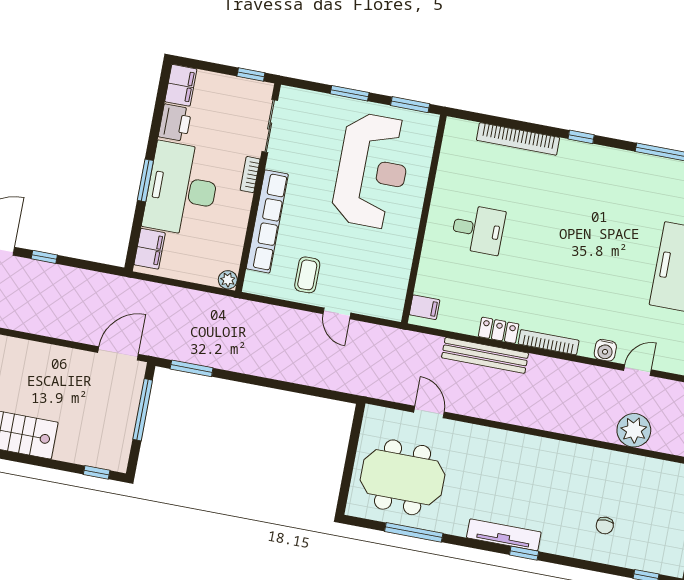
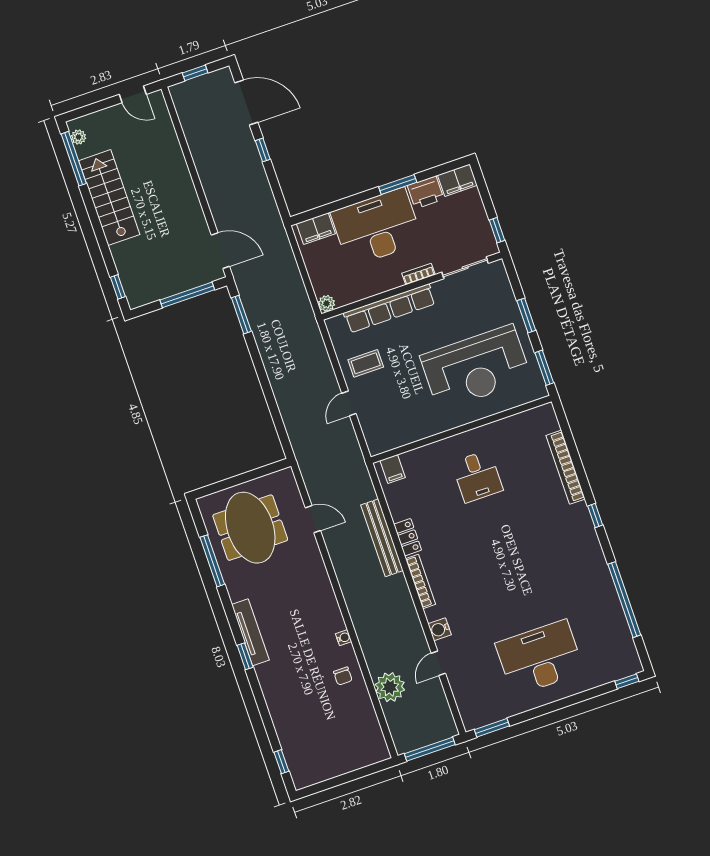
window: (145, 180) -> (398, 184), moved
door: (637, 370) -> (438, 663), swing flipped
door: (429, 412) -> (313, 519), hinge flipped
water cooler: (561, 448) -> (344, 638), added
chair: (605, 525) -> (343, 676), moved, turned -90

